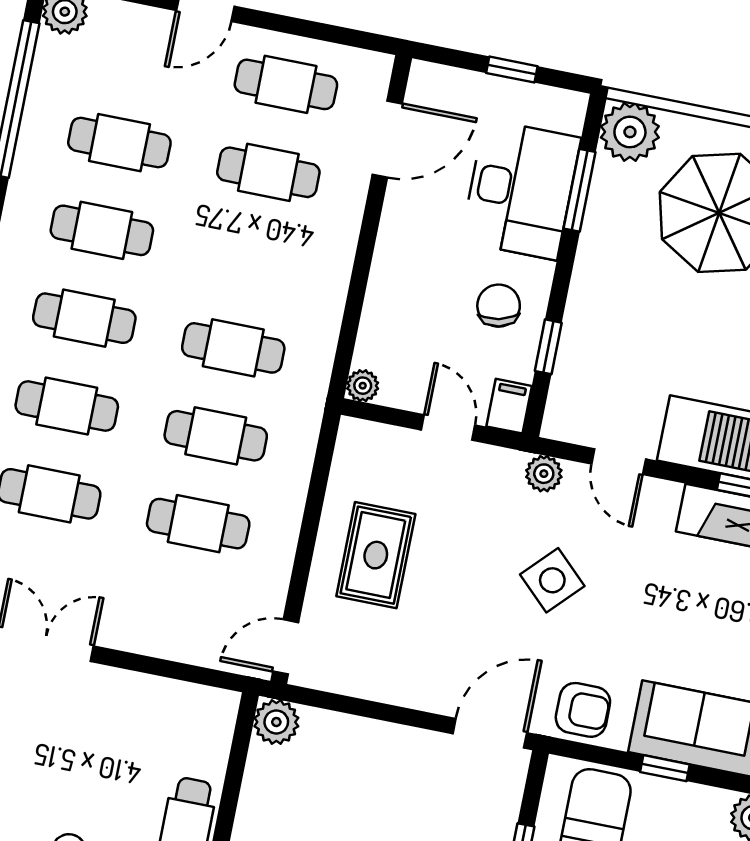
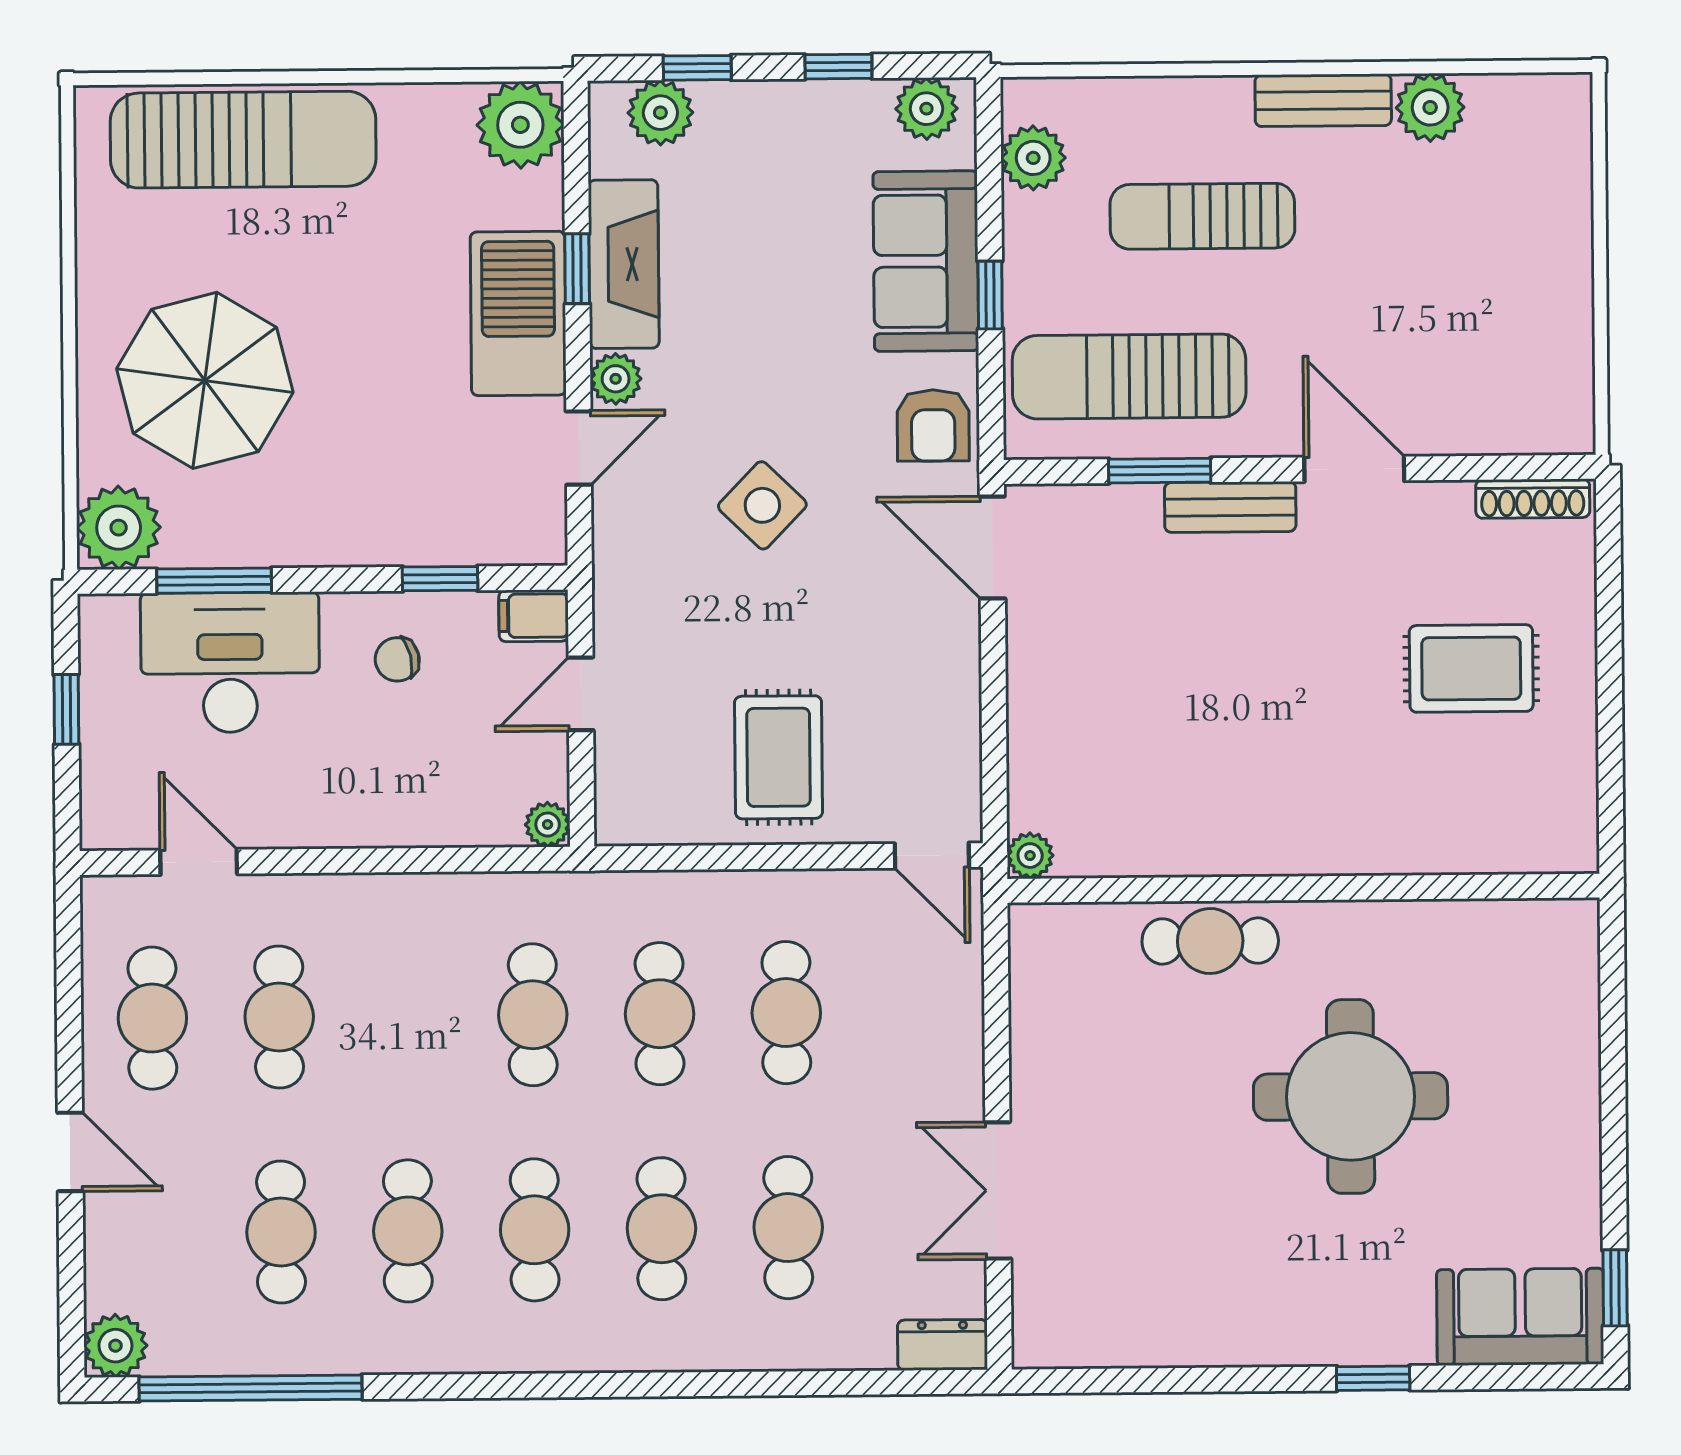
door: (387, 139) -> (199, 862), width x0.73
chair: (499, 306) -> (397, 659), width x0.73, depth x0.73
plant: (544, 474) -> (616, 379), moved
rug: (376, 555) -> (778, 757), turned 90
armchair: (583, 710) -> (933, 425), turned 180
plant: (276, 722) -> (1030, 856), width x0.73, depth x0.73

